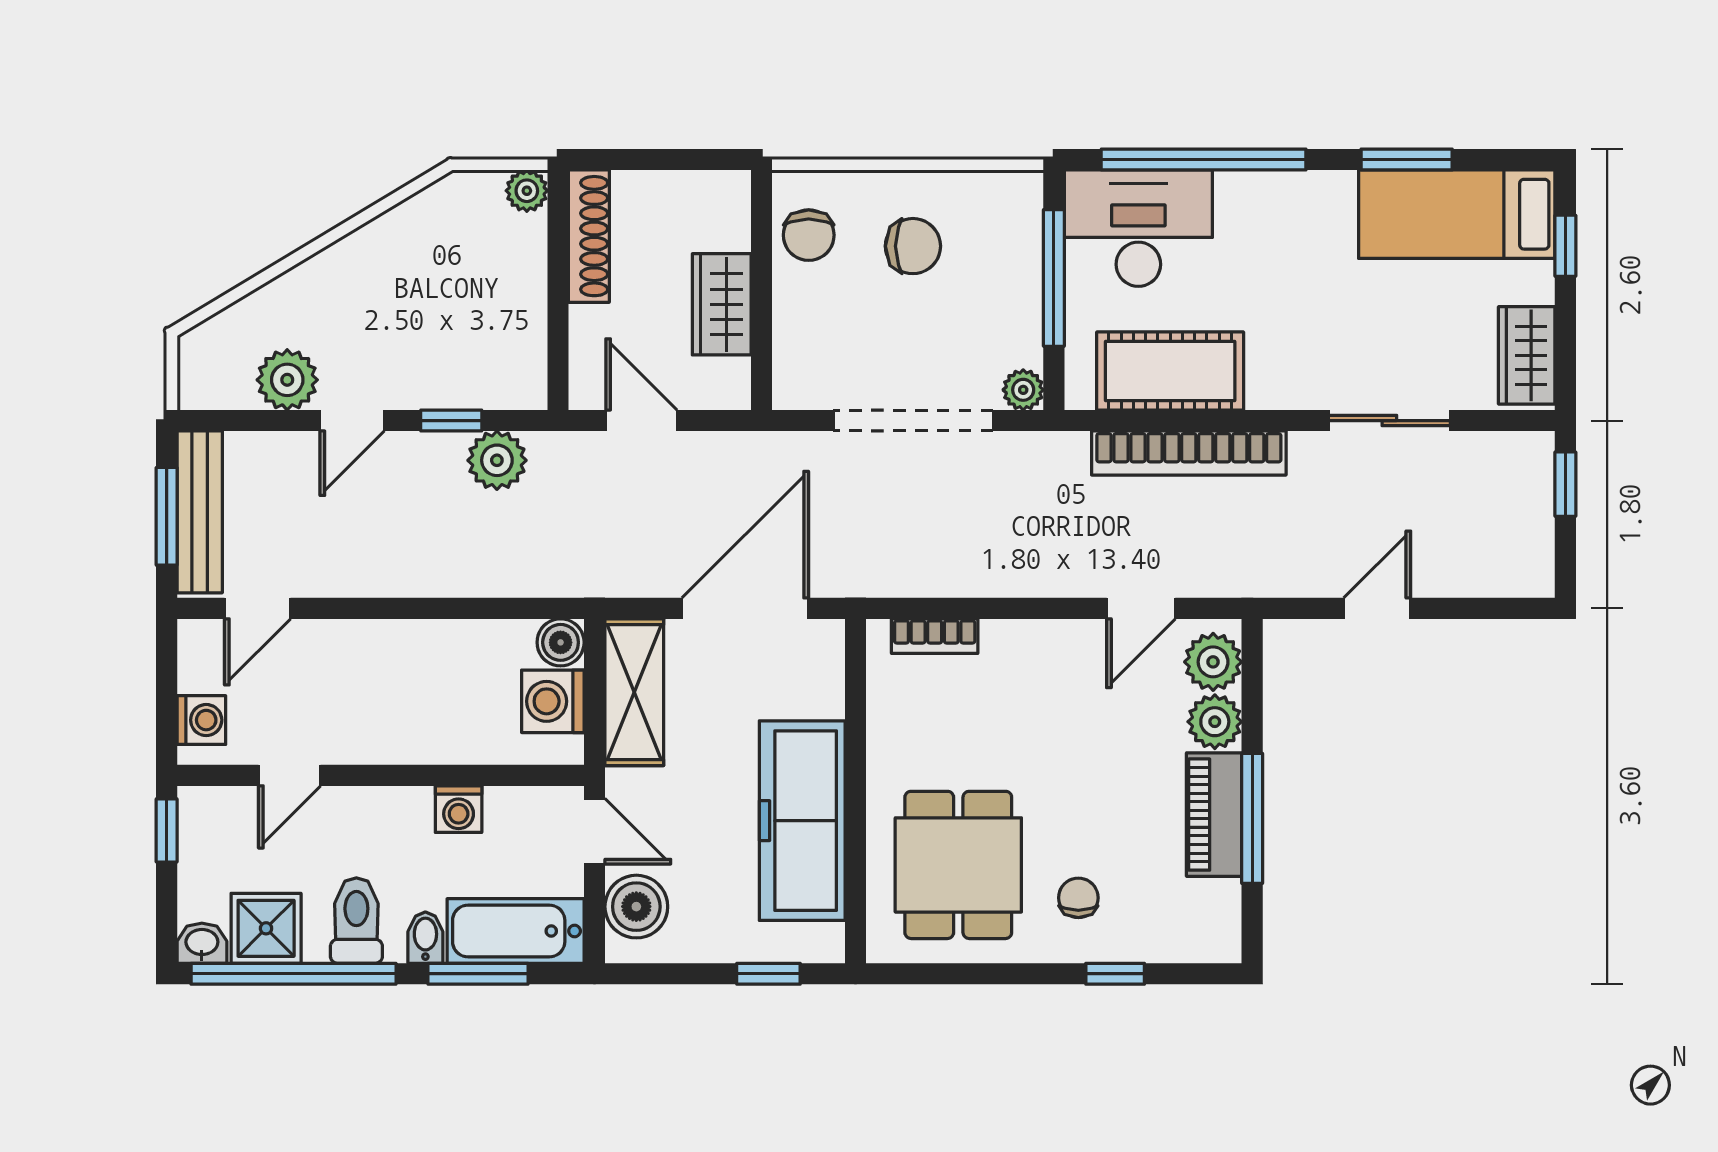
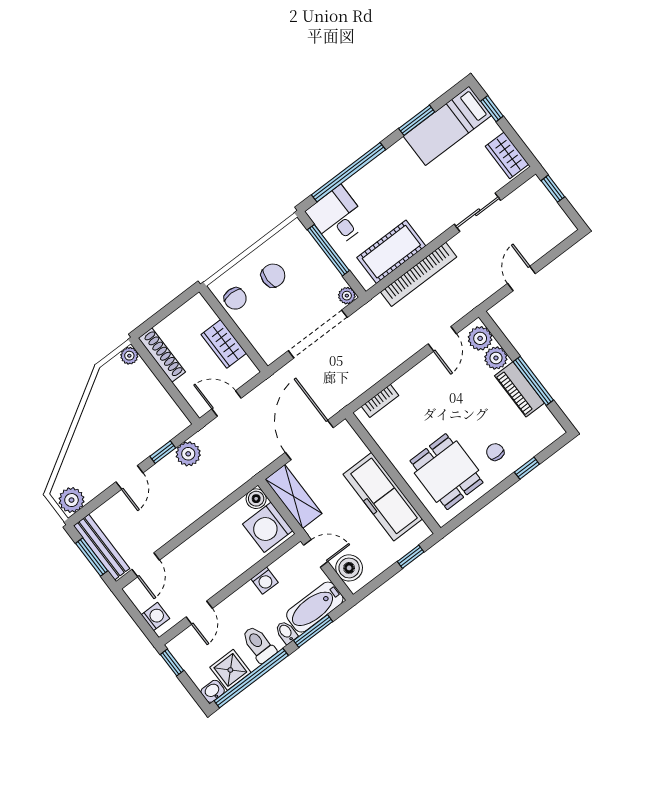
desk: (1138, 228) -> (337, 217), width x0.73
plant: (287, 380) -> (71, 500), moved
washing machine: (553, 701) -> (268, 527), width x1.37, depth x1.37

